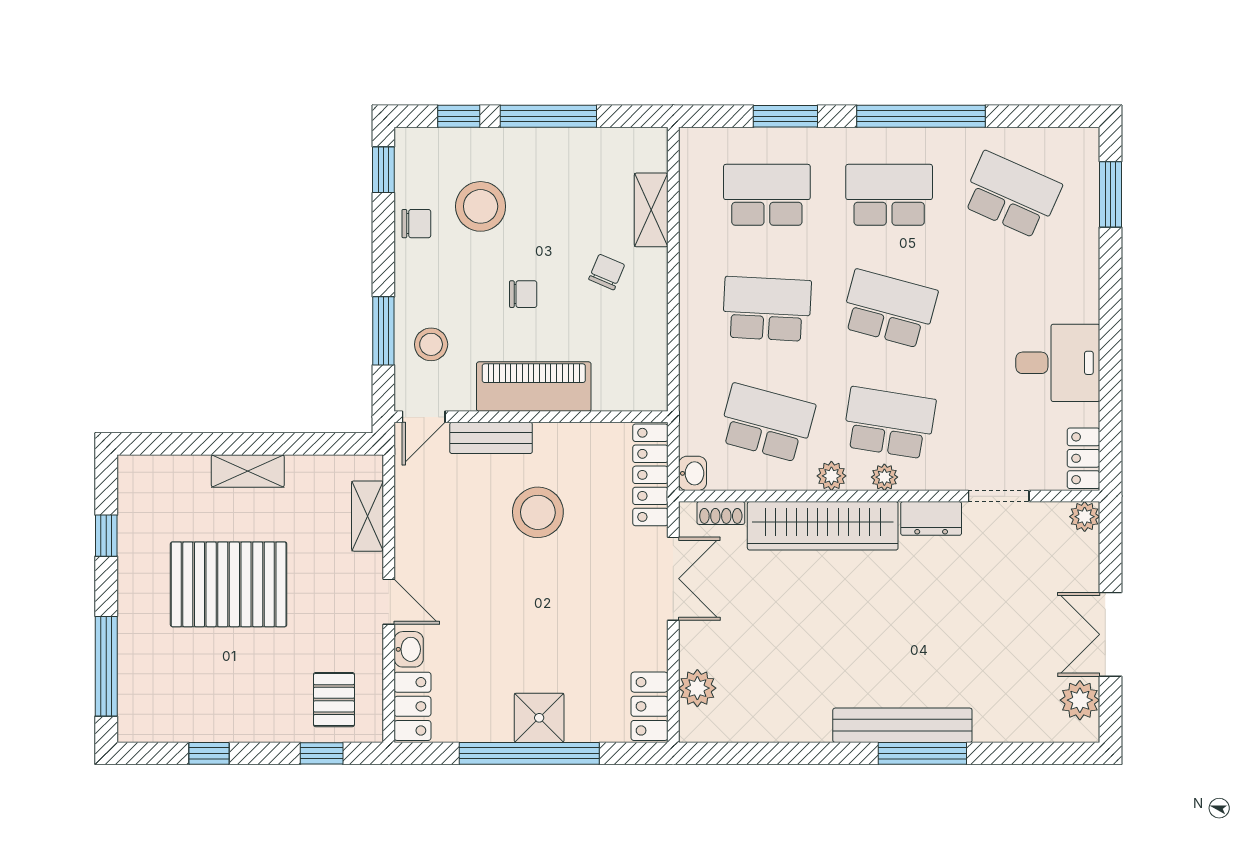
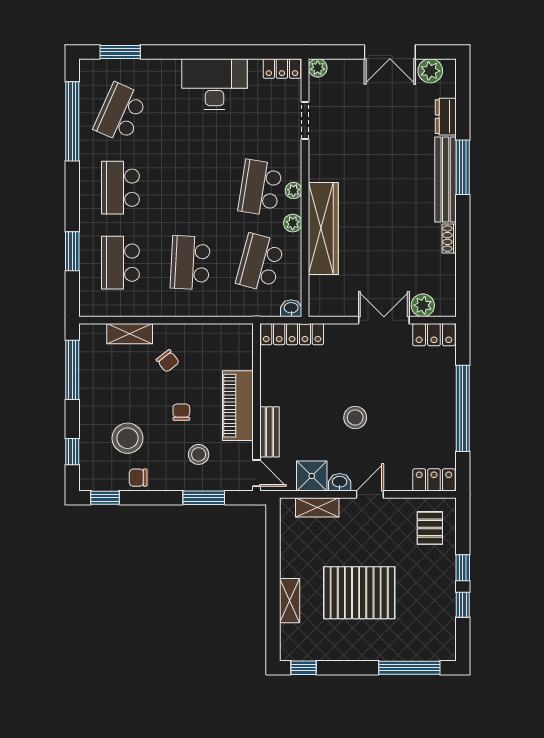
window: (548, 116) -> (72, 370), moved
window: (921, 116) -> (72, 121), moved
chair: (416, 224) -> (138, 478), turned -90
chair: (607, 272) -> (168, 361), turned -151
school desk: (889, 309) -> (190, 188), removed
stool: (431, 344) -> (199, 454), moved
desk: (1058, 363) -> (215, 84), width x1.37
shelving: (248, 471) -> (290, 601), moved
stool: (538, 512) -> (355, 418), moved, width x0.73, depth x0.73
shoe rack: (721, 513) -> (449, 239), moved, turned 180
dresser: (931, 518) -> (446, 117), moved, turned 180
window: (106, 536) -> (303, 668), moved
double door: (673, 579) -> (384, 320), moved
pallet: (229, 584) -> (359, 593), turned 90
washbasin: (409, 649) -> (340, 482), moved
pallet: (334, 700) -> (430, 528), turned 90
shower: (539, 718) -> (312, 476), moved
window: (322, 753) -> (463, 568), moved

